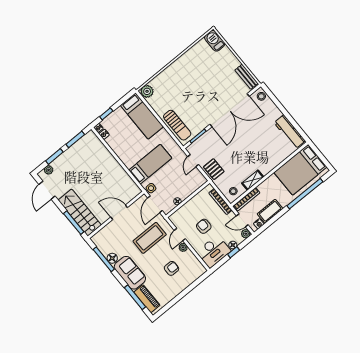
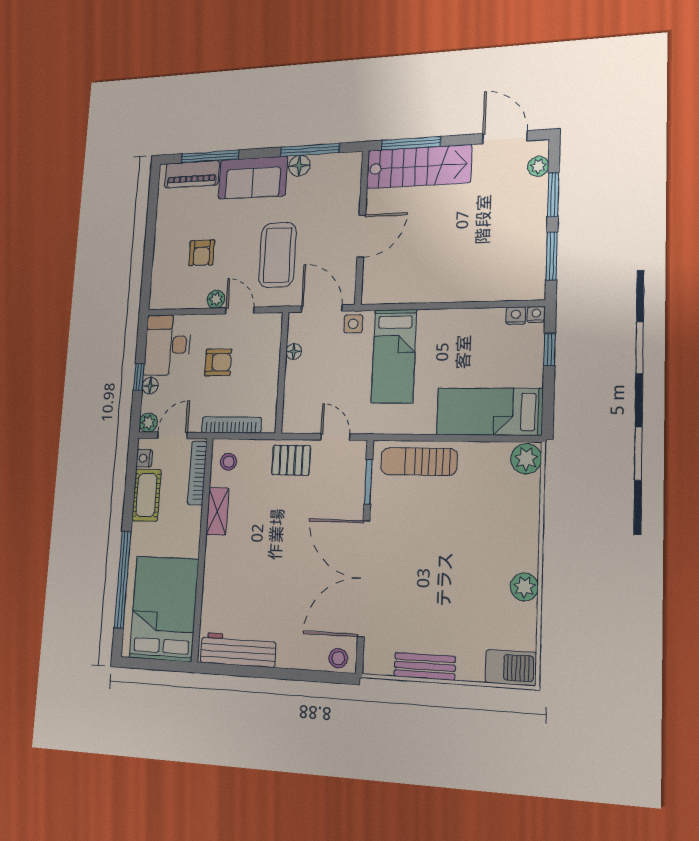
plant: (187, 58) -> (524, 587), added
bench: (246, 77) -> (425, 666), moved

